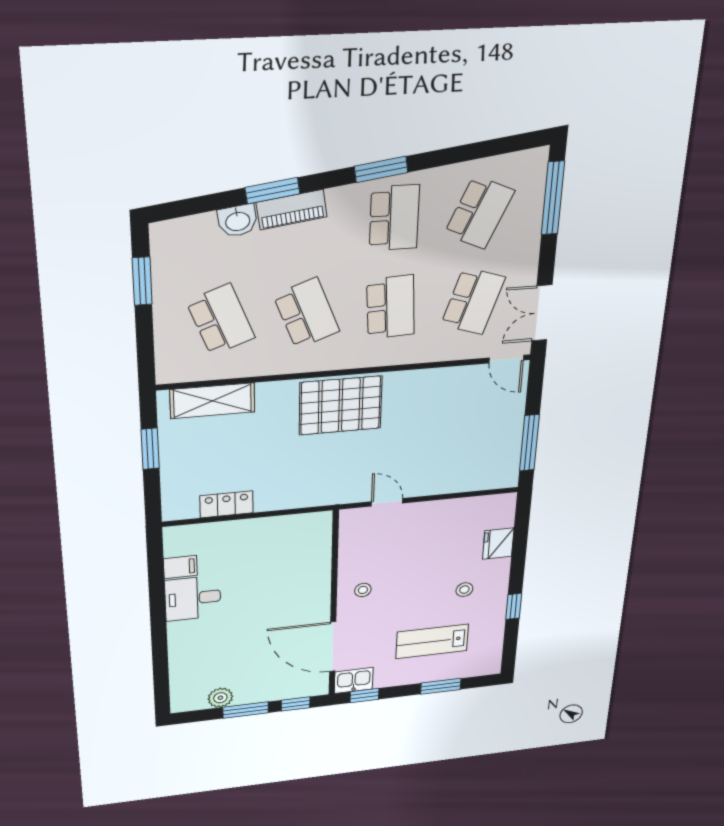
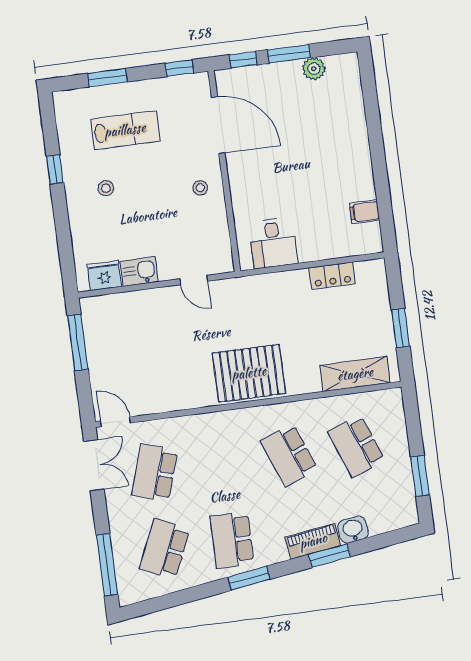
school desk: (391, 307) -> (222, 464), removed
fridge: (498, 544) -> (104, 276), moved, turned -90
desk: (193, 598) -> (273, 243), moved, turned 90
kitchen sink: (354, 680) -> (139, 271), moved, turned 180

